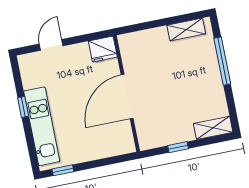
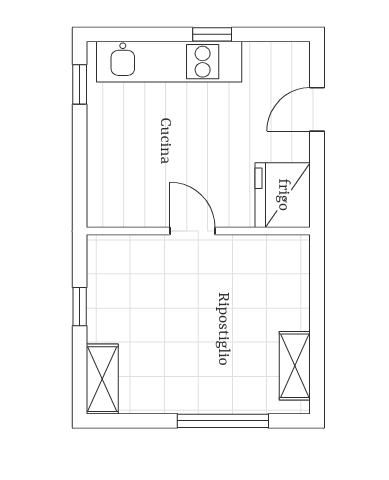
door: (51, 45) -> (317, 109), swing flipped
fridge: (103, 49) -> (283, 195), width x1.36, depth x1.34
door: (127, 97) -> (192, 231), width x0.53

